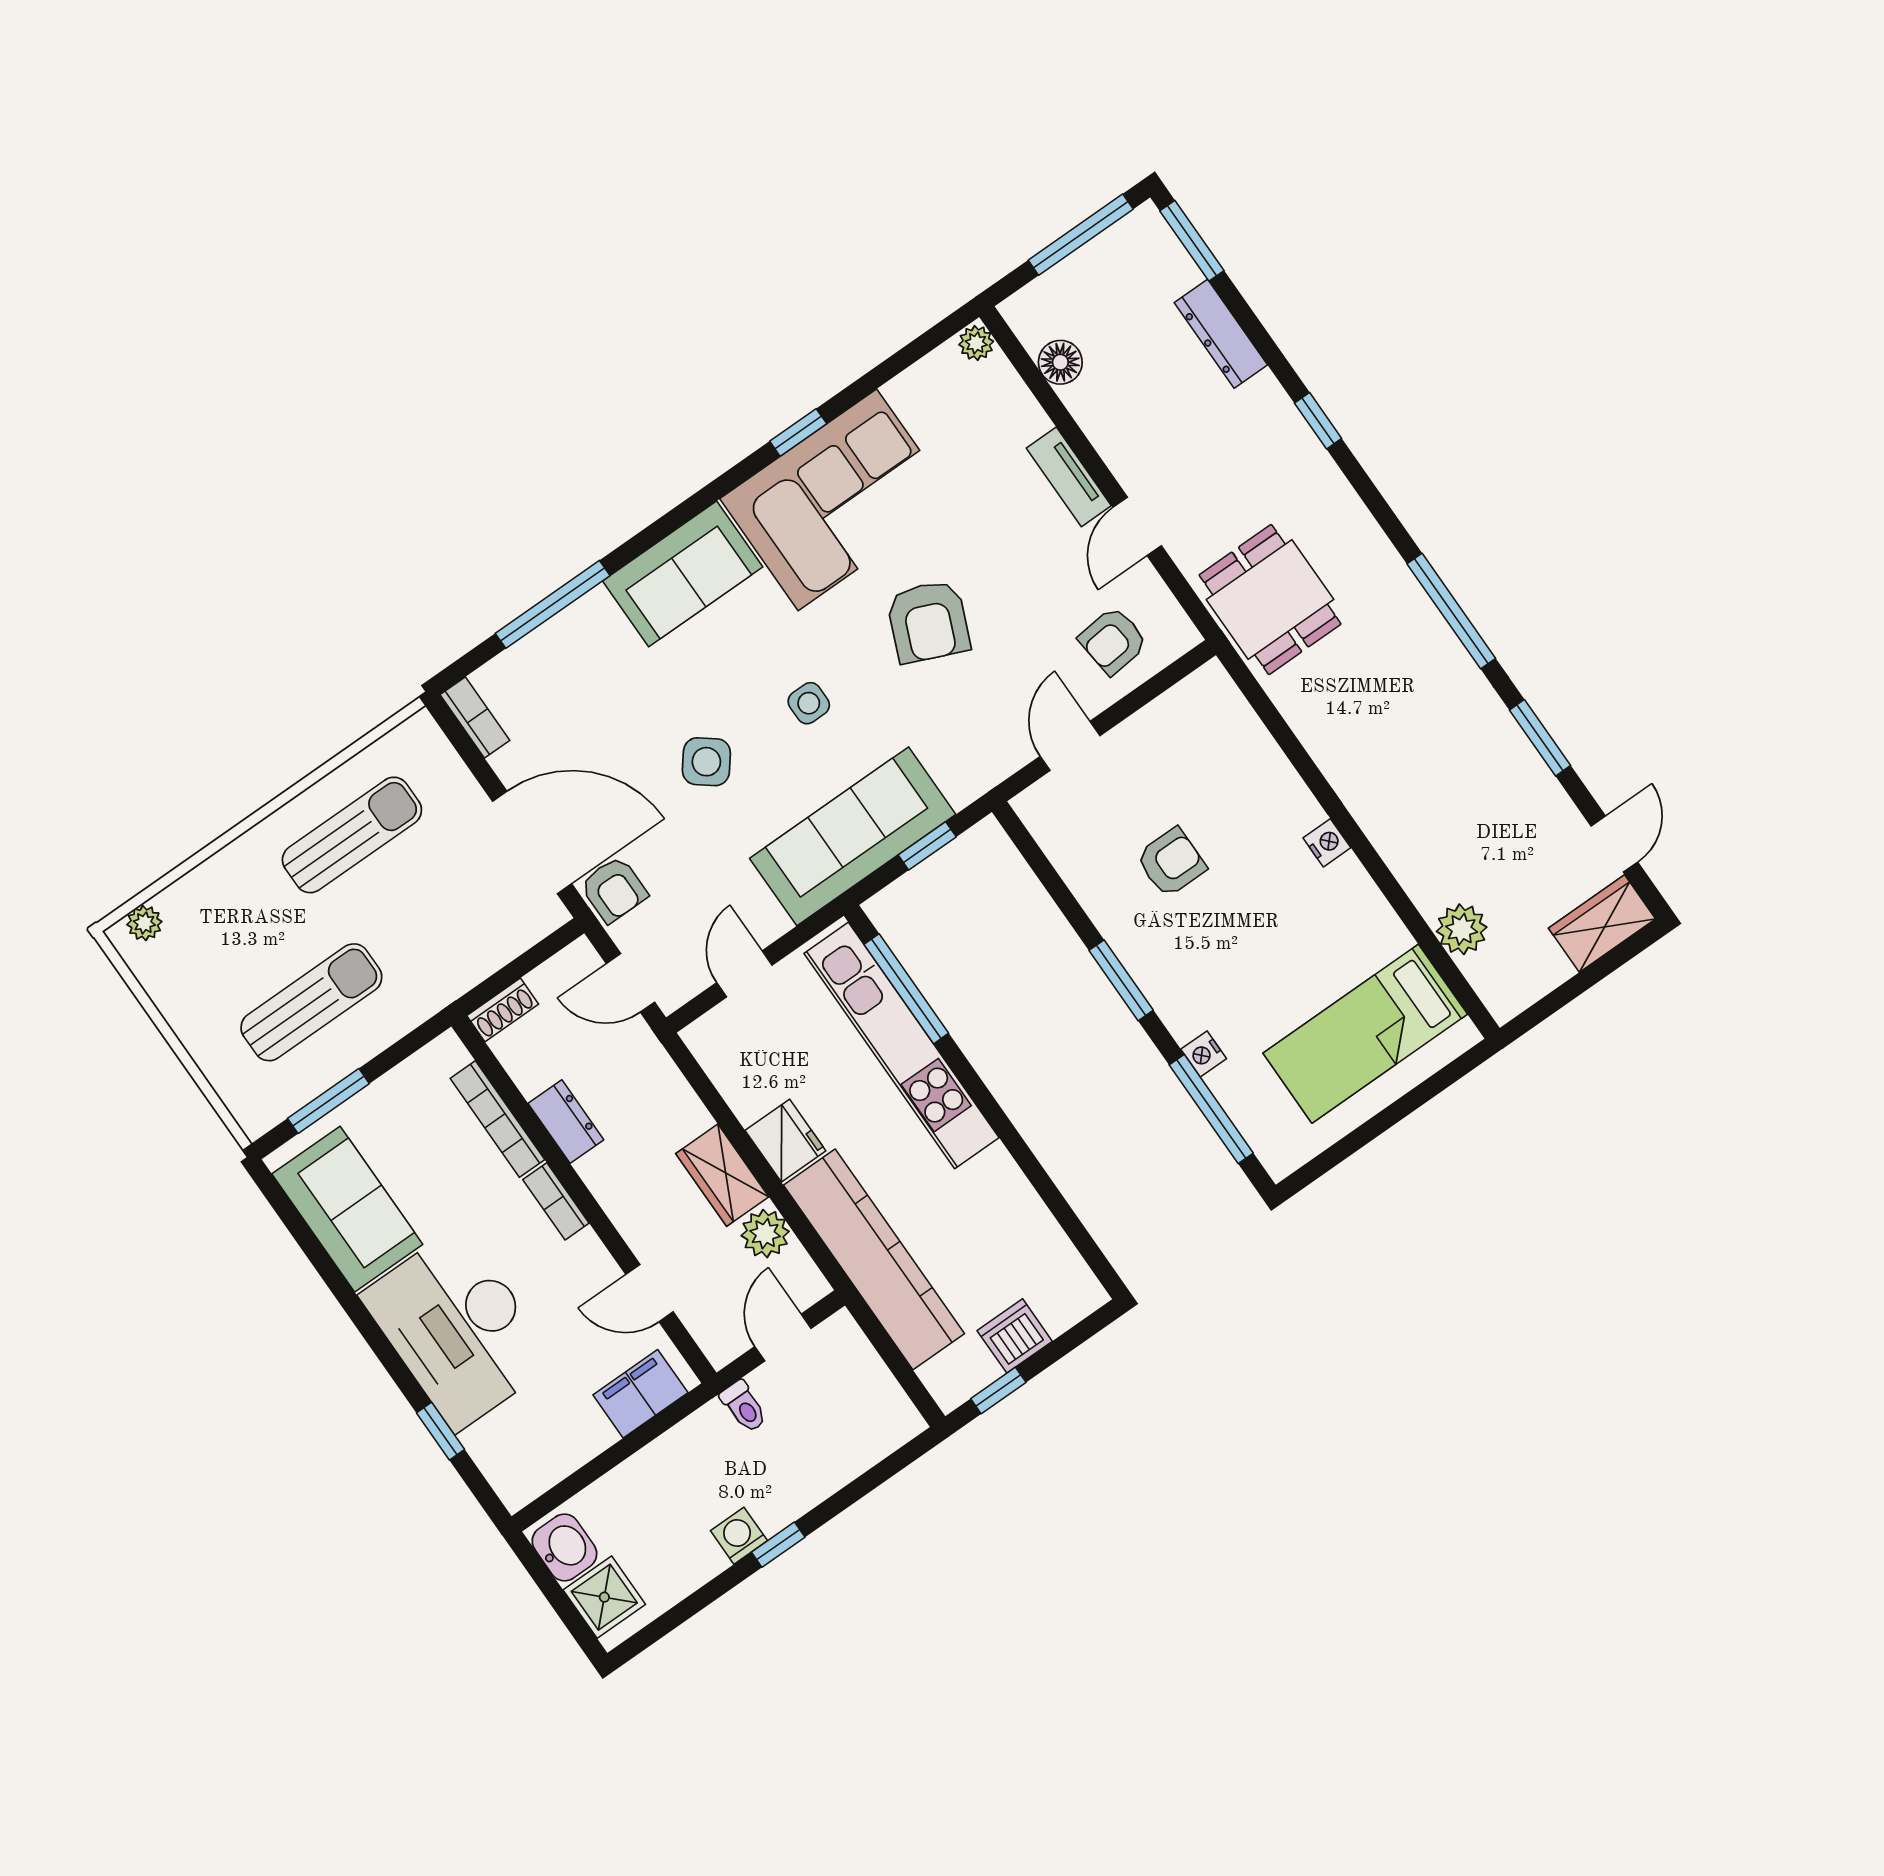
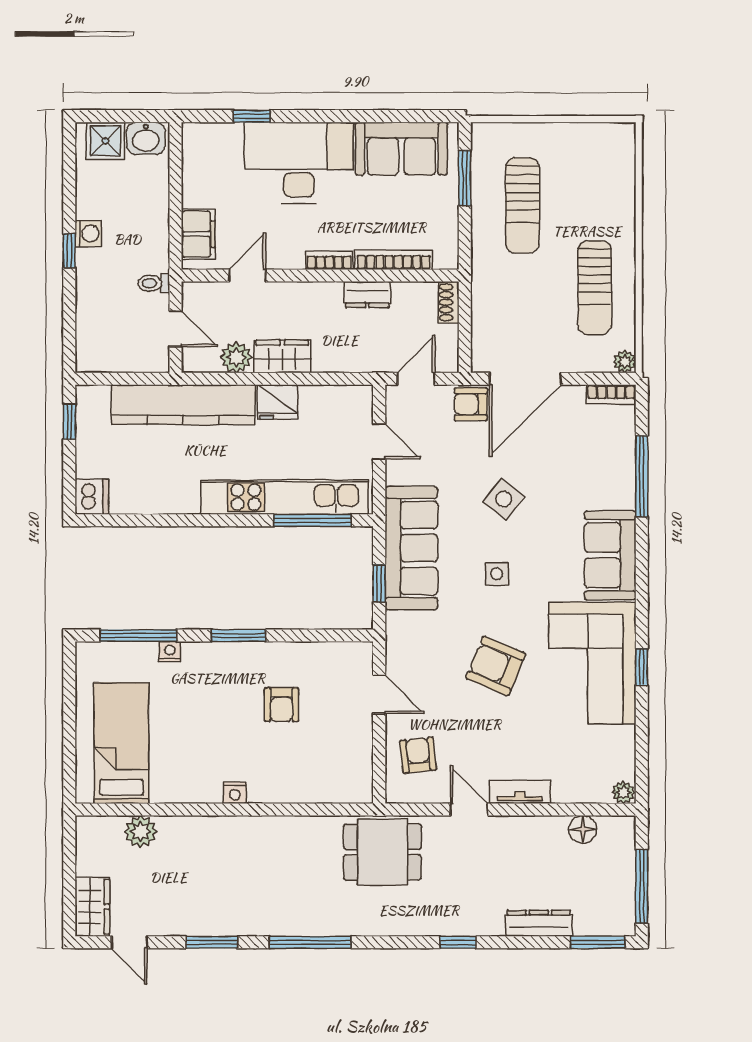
plant: (144, 923) -> (625, 362), moved
dishwasher: (1015, 1336) -> (92, 497), moved

